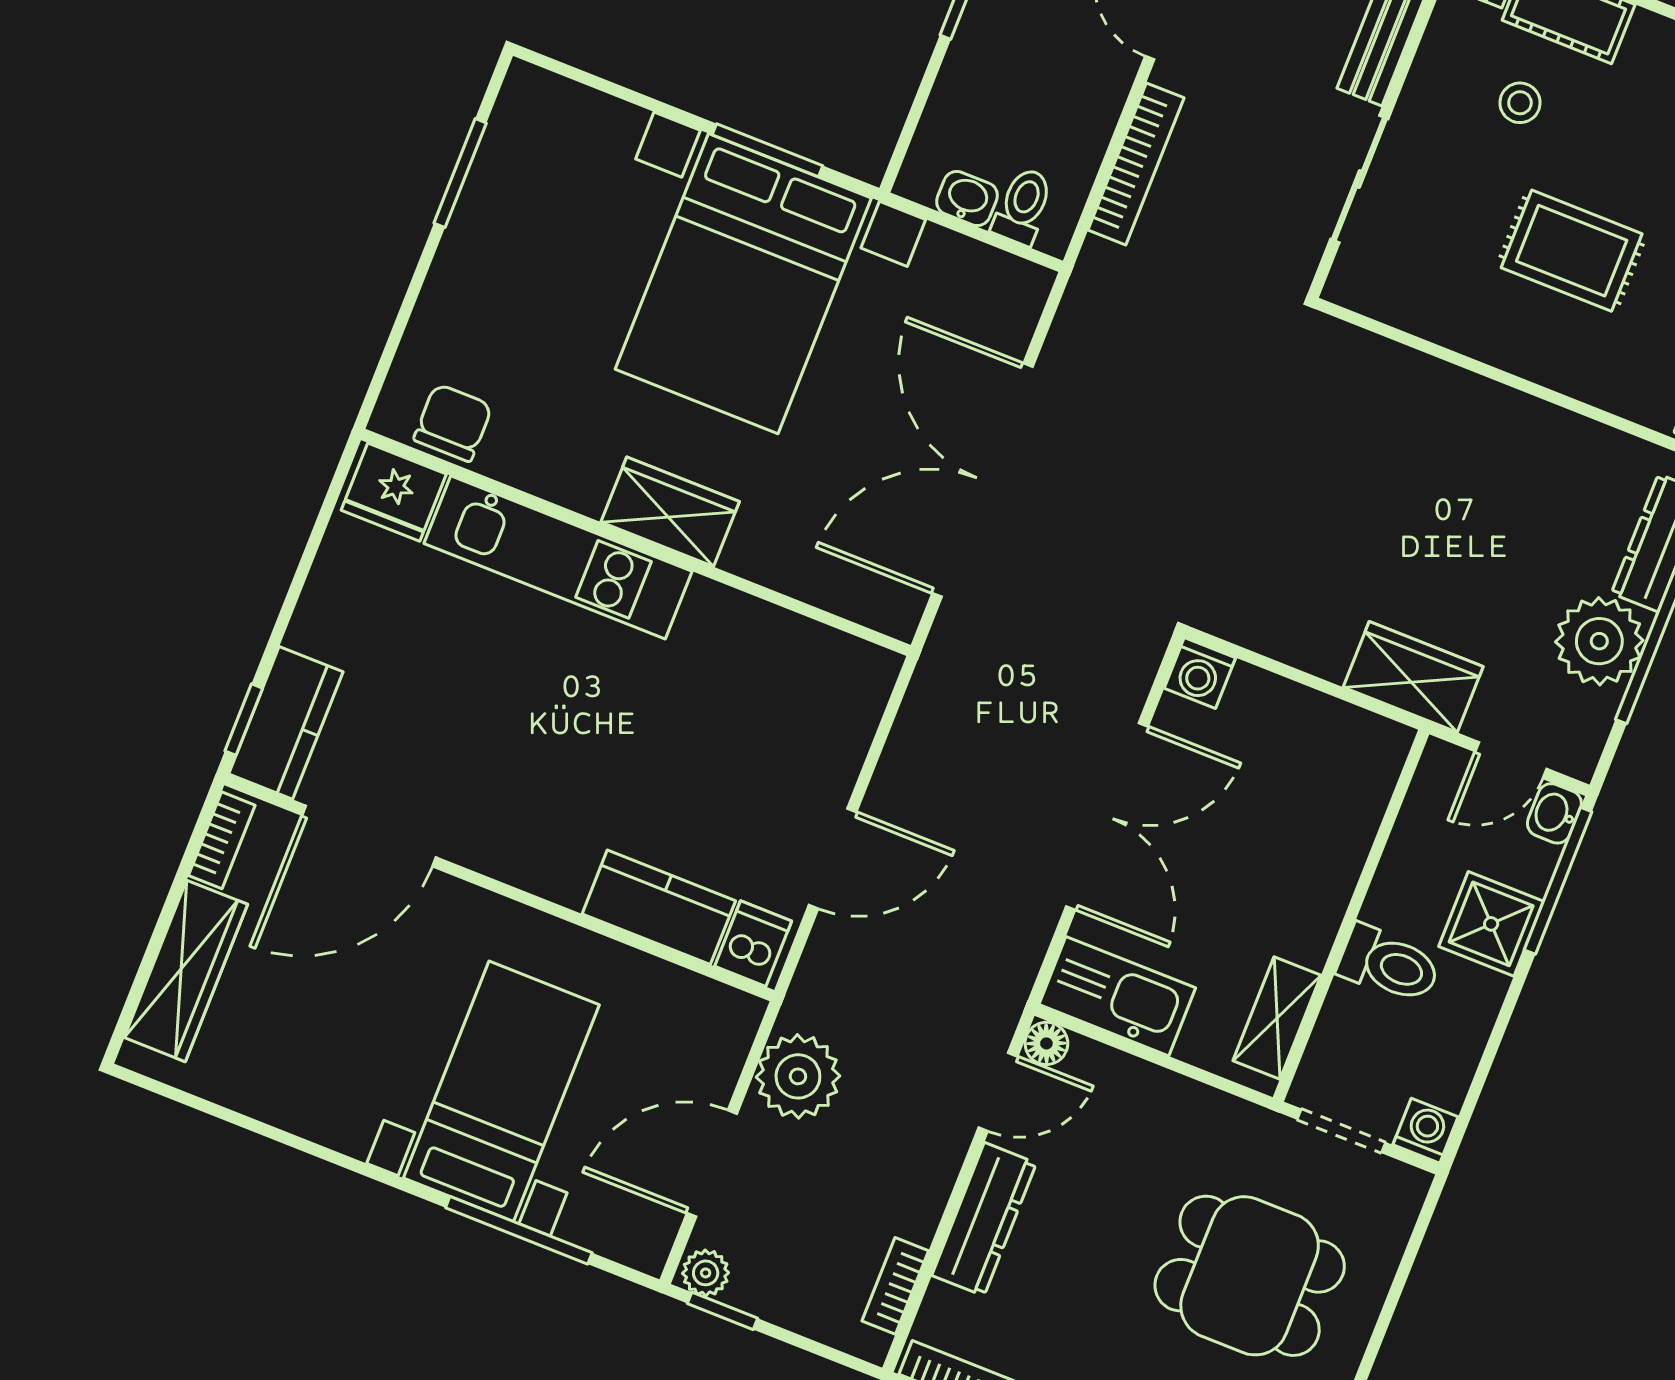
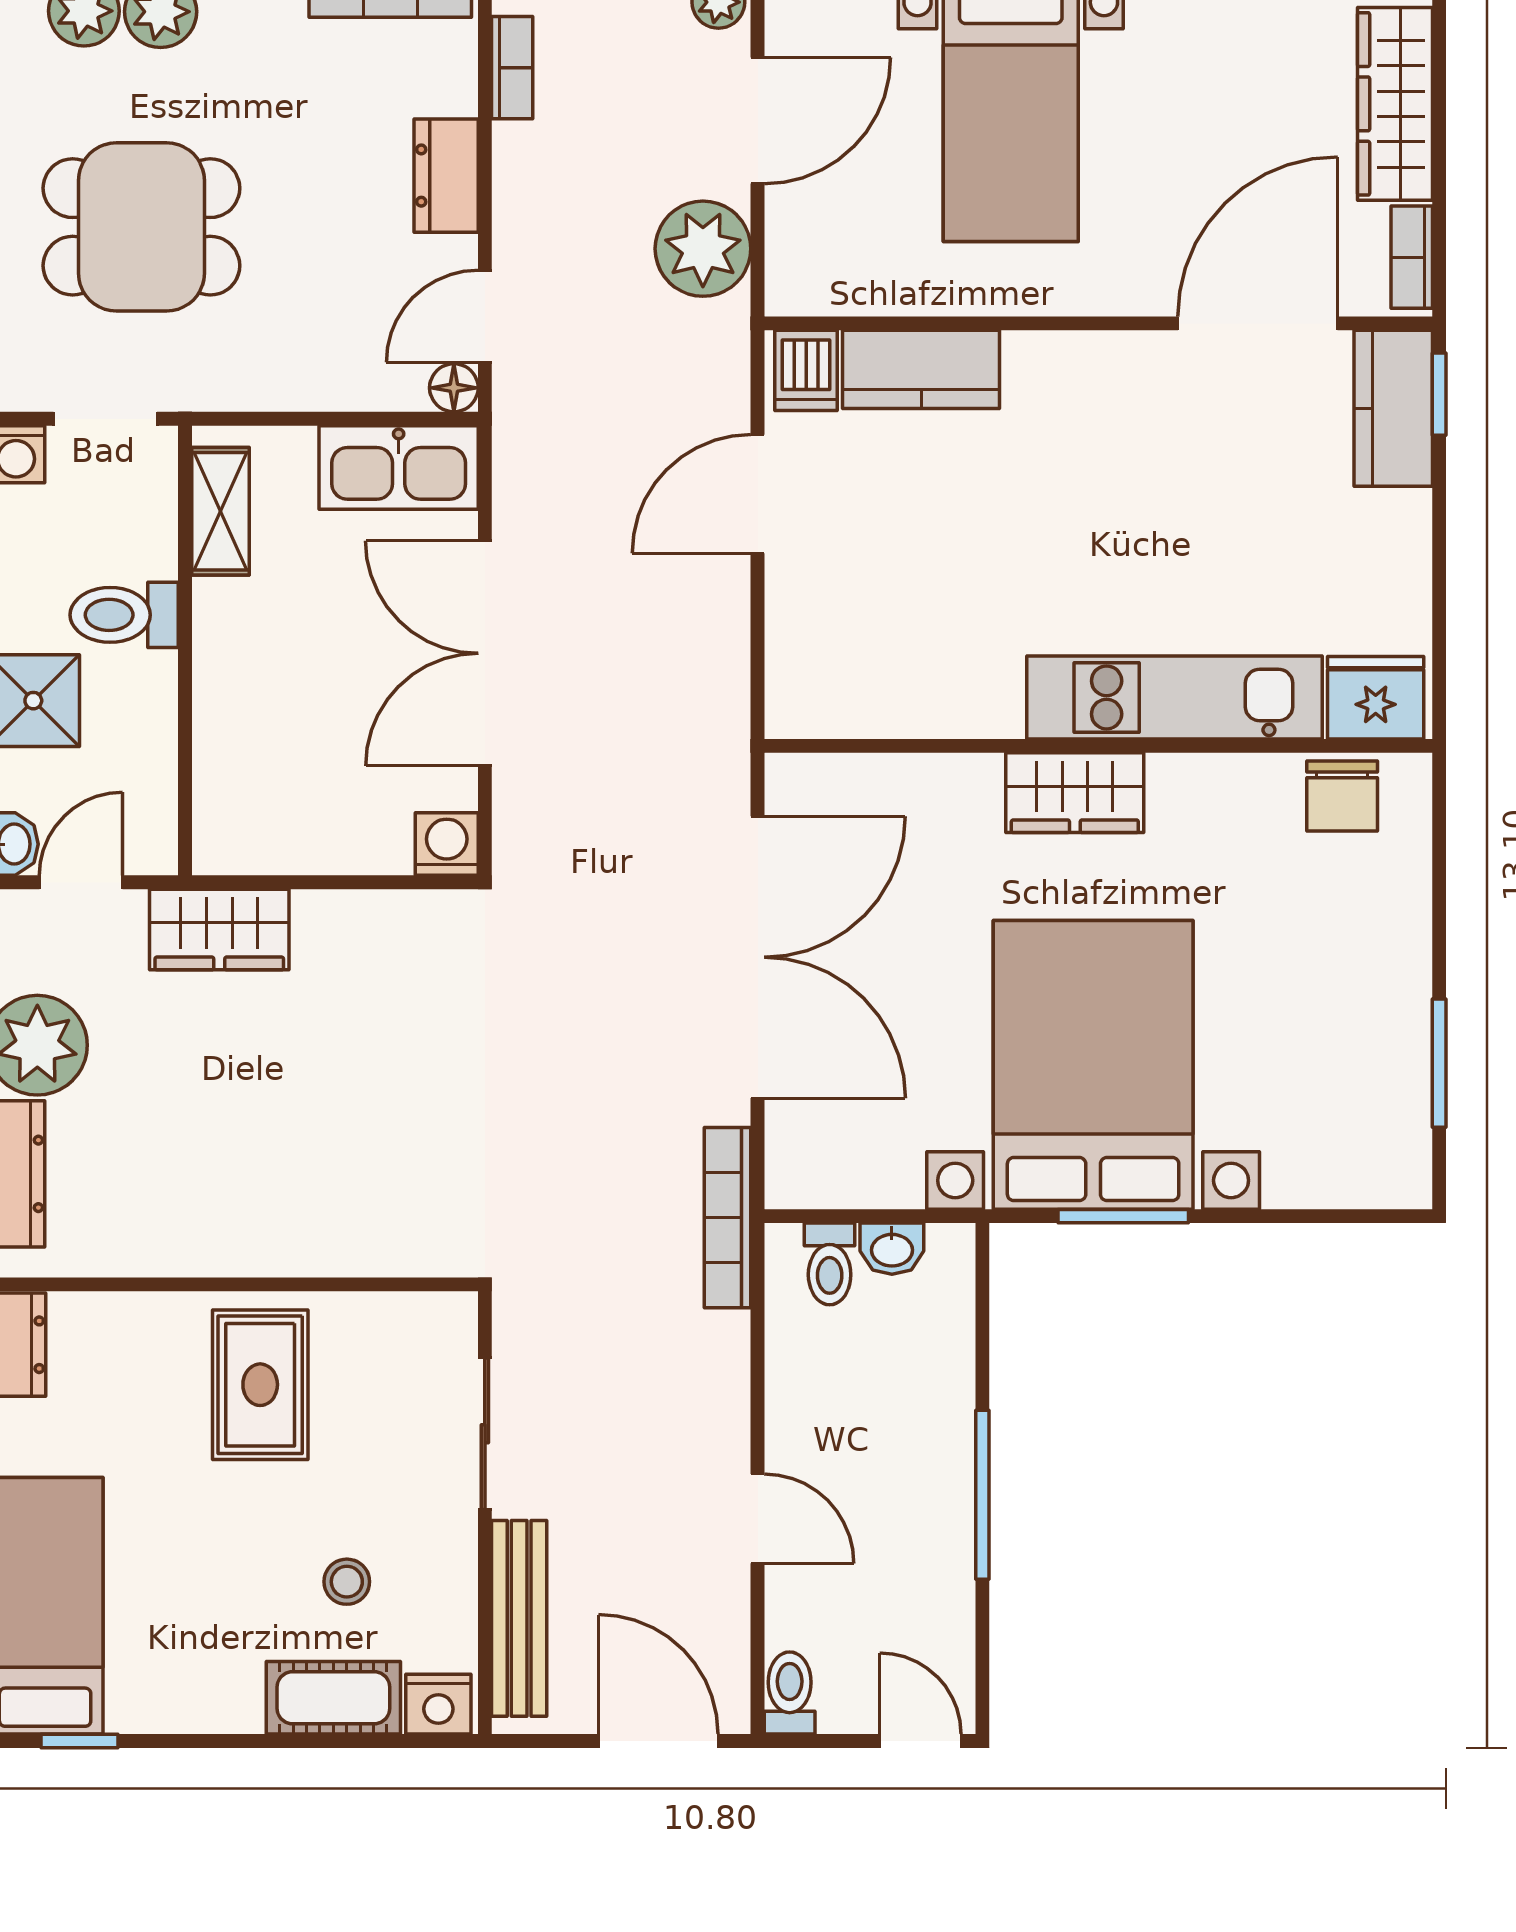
bookcase: (1136, 164) -> (728, 1218), moved
rug: (1572, 251) -> (260, 1385), moved, turned 90
dresser: (984, 1219) -> (446, 176), width x0.70

